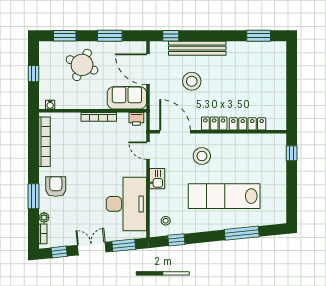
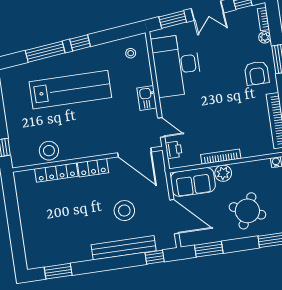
window: (110, 36) -> (209, 249), moved
plant: (99, 102) -> (223, 173), added
printer: (136, 119) -> (174, 150), moved, turned 90
stool: (202, 156) -> (49, 151), moved
window: (176, 240) -> (80, 43), moved

